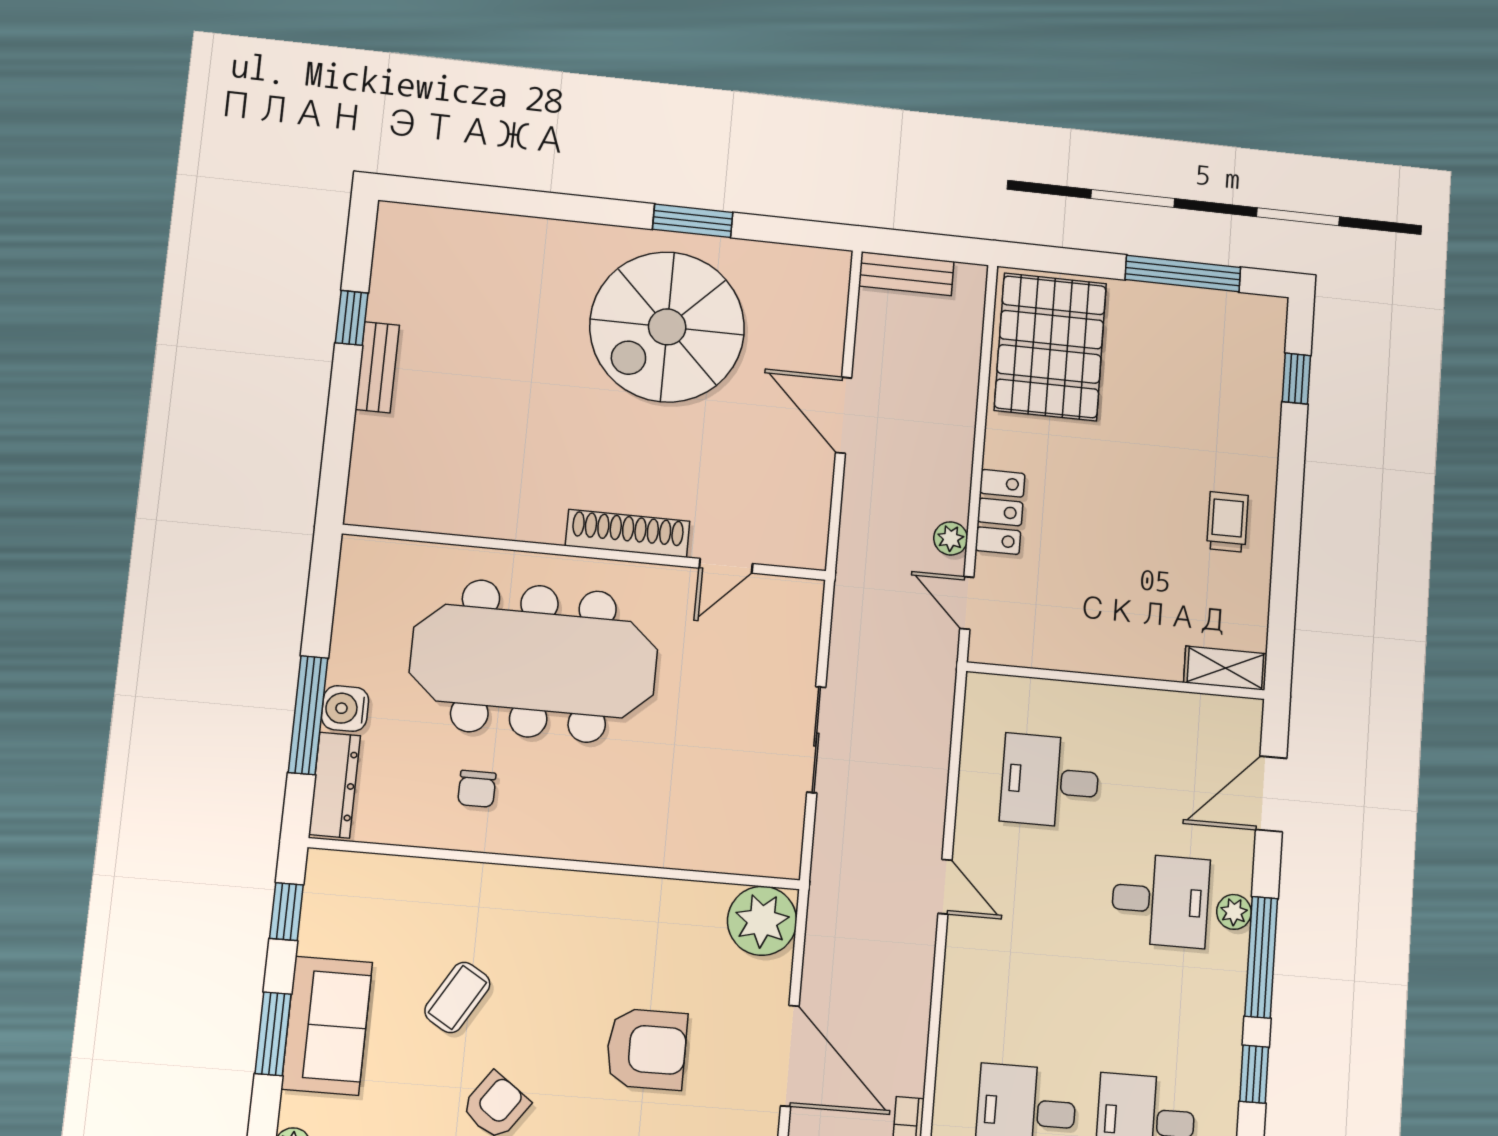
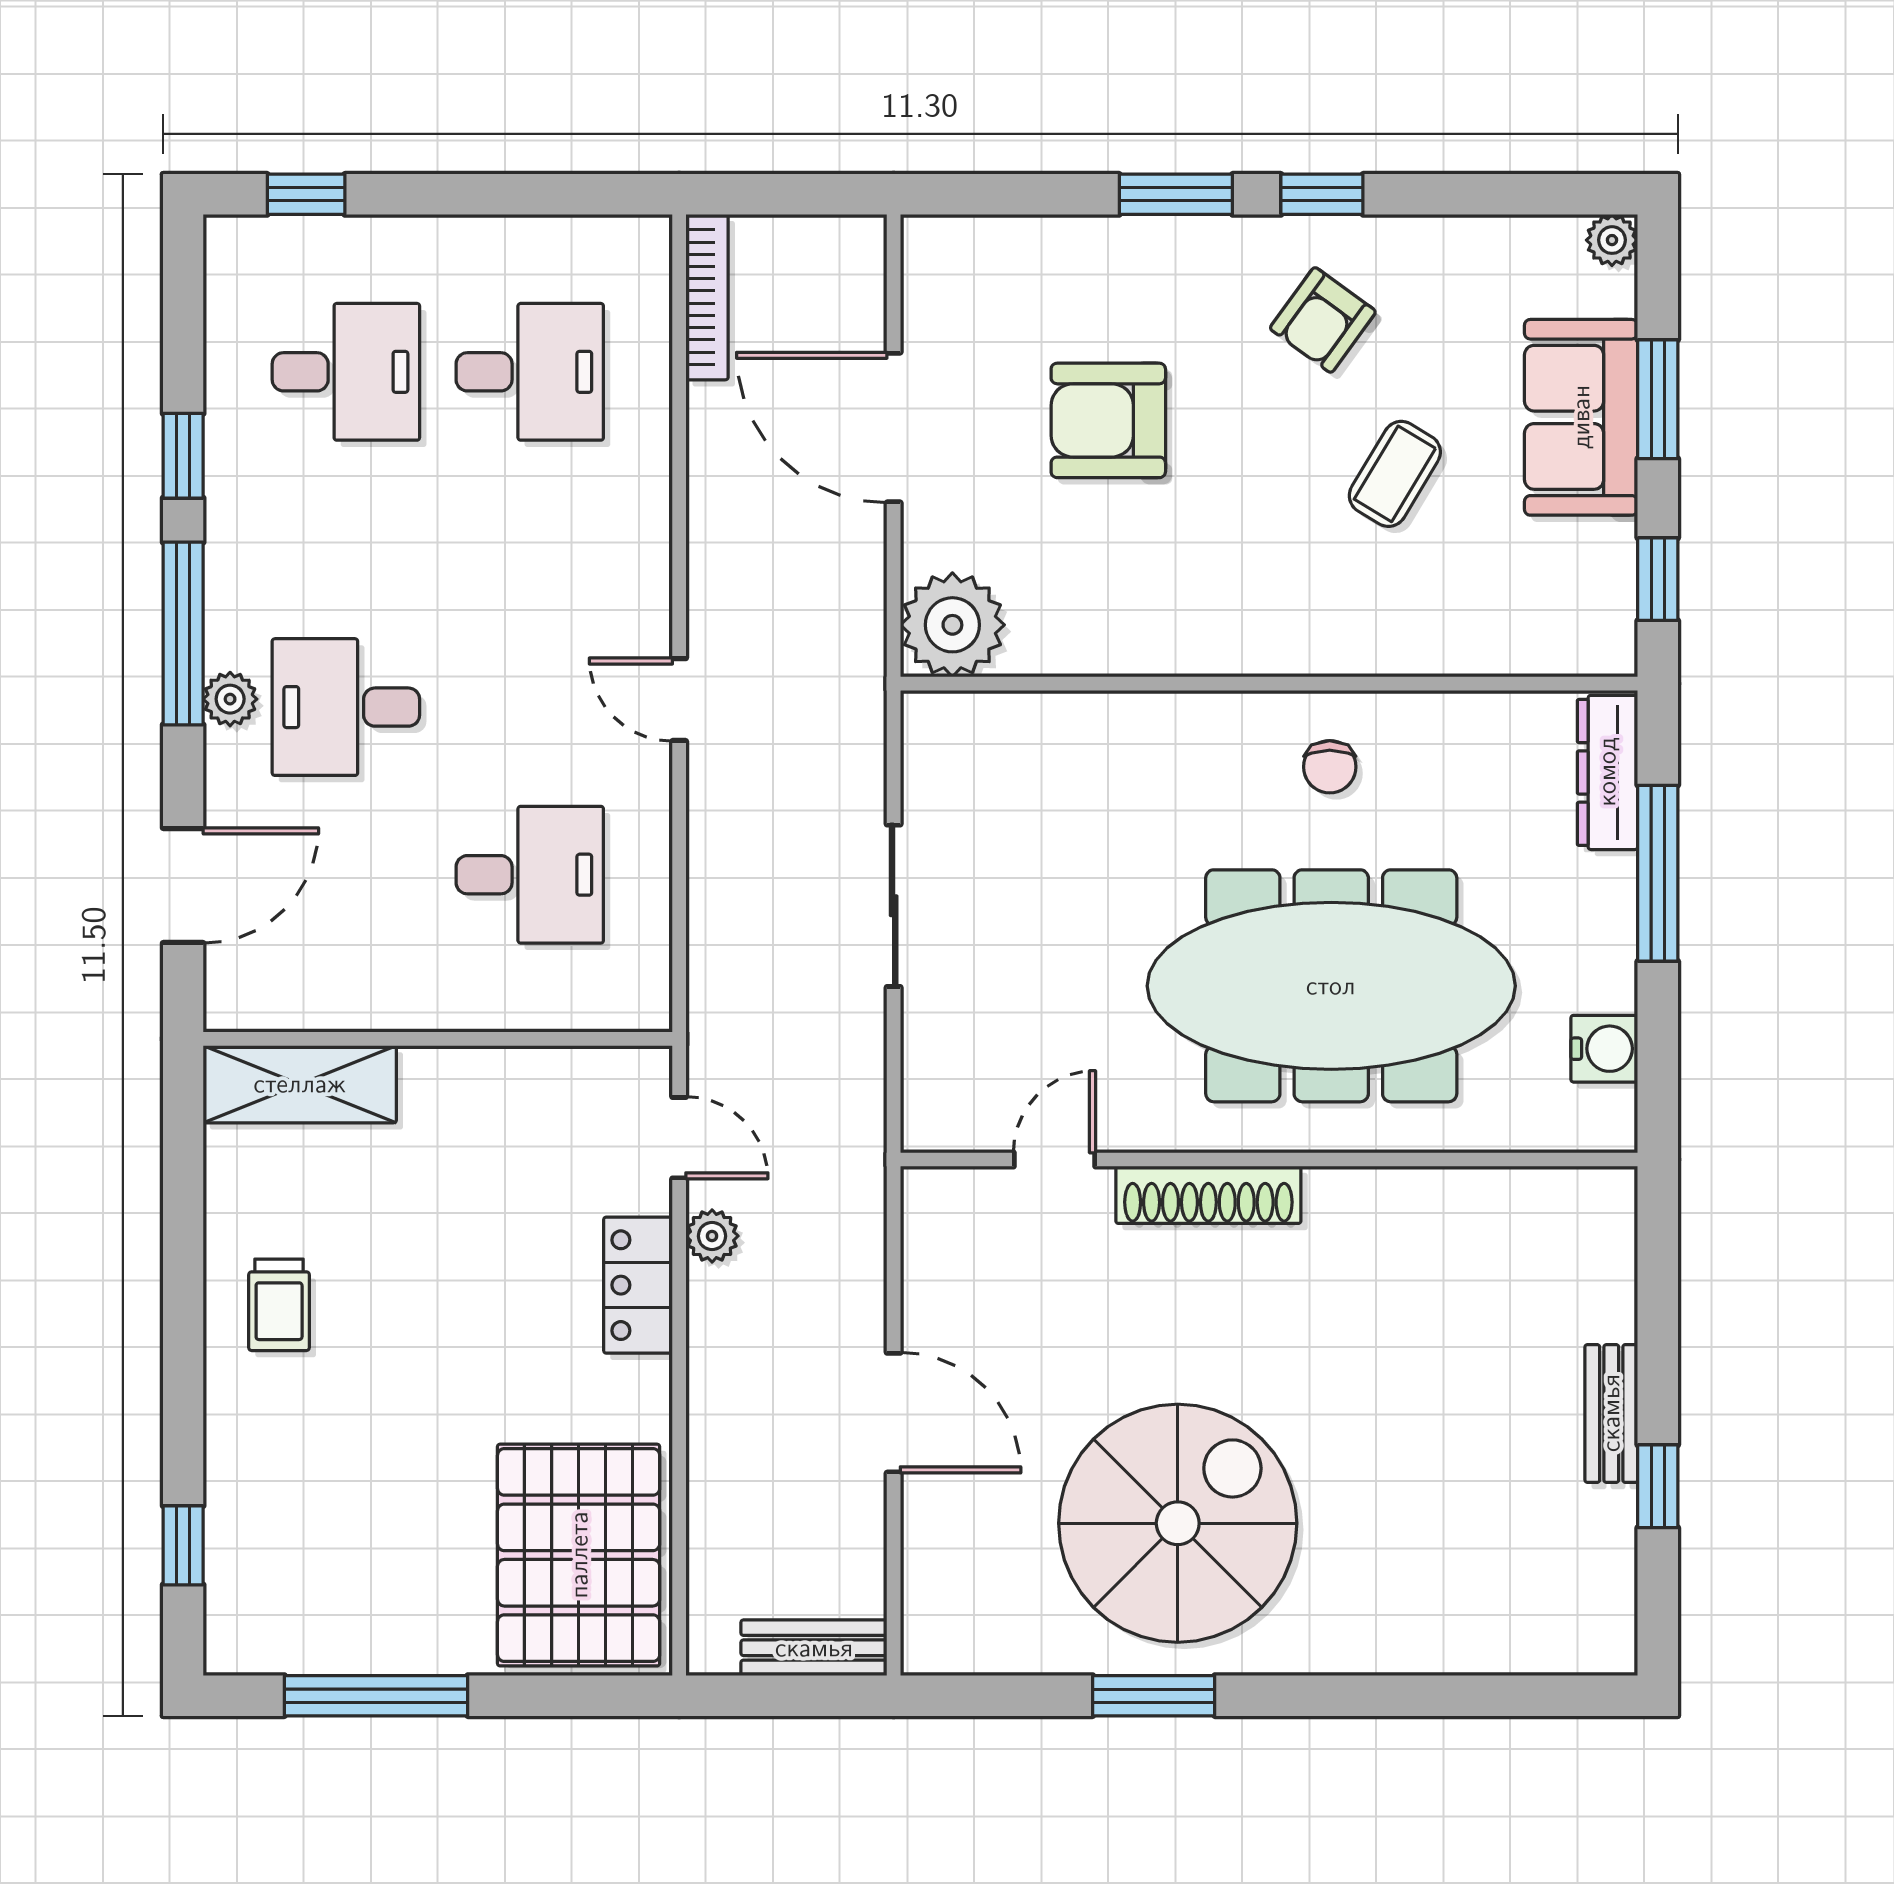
shelving: (1225, 668) -> (300, 1084), width x1.50, depth x1.33
water cooler: (345, 709) -> (1604, 1049), moved
chair: (477, 789) -> (1330, 767), moved, turned 180

